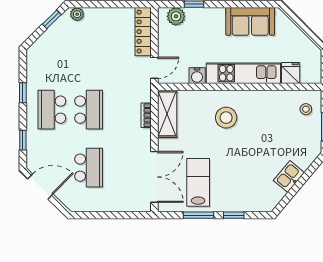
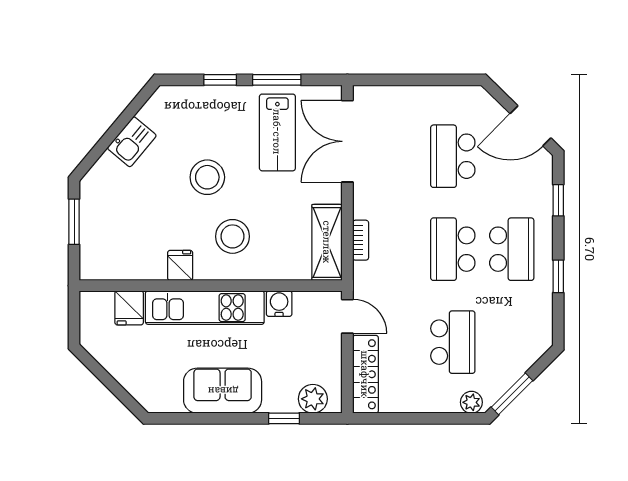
window: (52, 19) -> (512, 394), width x1.50
sofa: (250, 21) -> (223, 391), moved
school desk: (89, 52) -> (453, 342), added
door: (154, 68) -> (347, 316), swing flipped
fridge: (259, 100) -> (180, 265), added
stool: (306, 109) -> (207, 177), moved, width x1.89, depth x1.89

